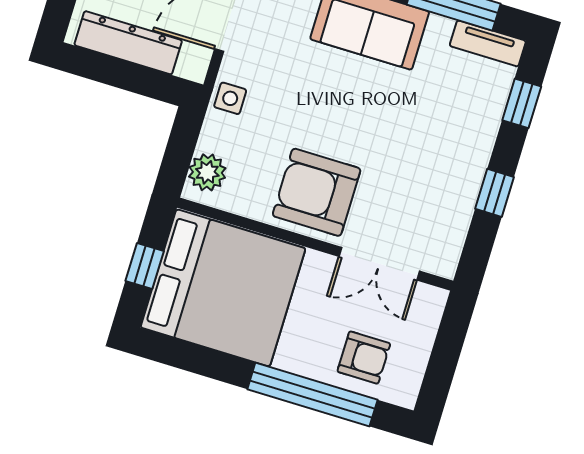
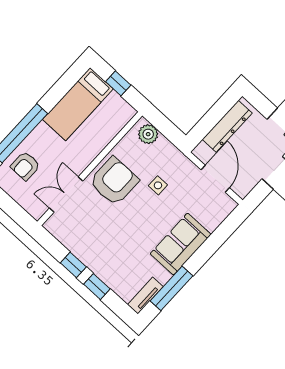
side table: (230, 98) -> (158, 185), moved
window: (522, 103) -> (97, 287), moved
bed: (223, 288) -> (78, 104), width x0.49

